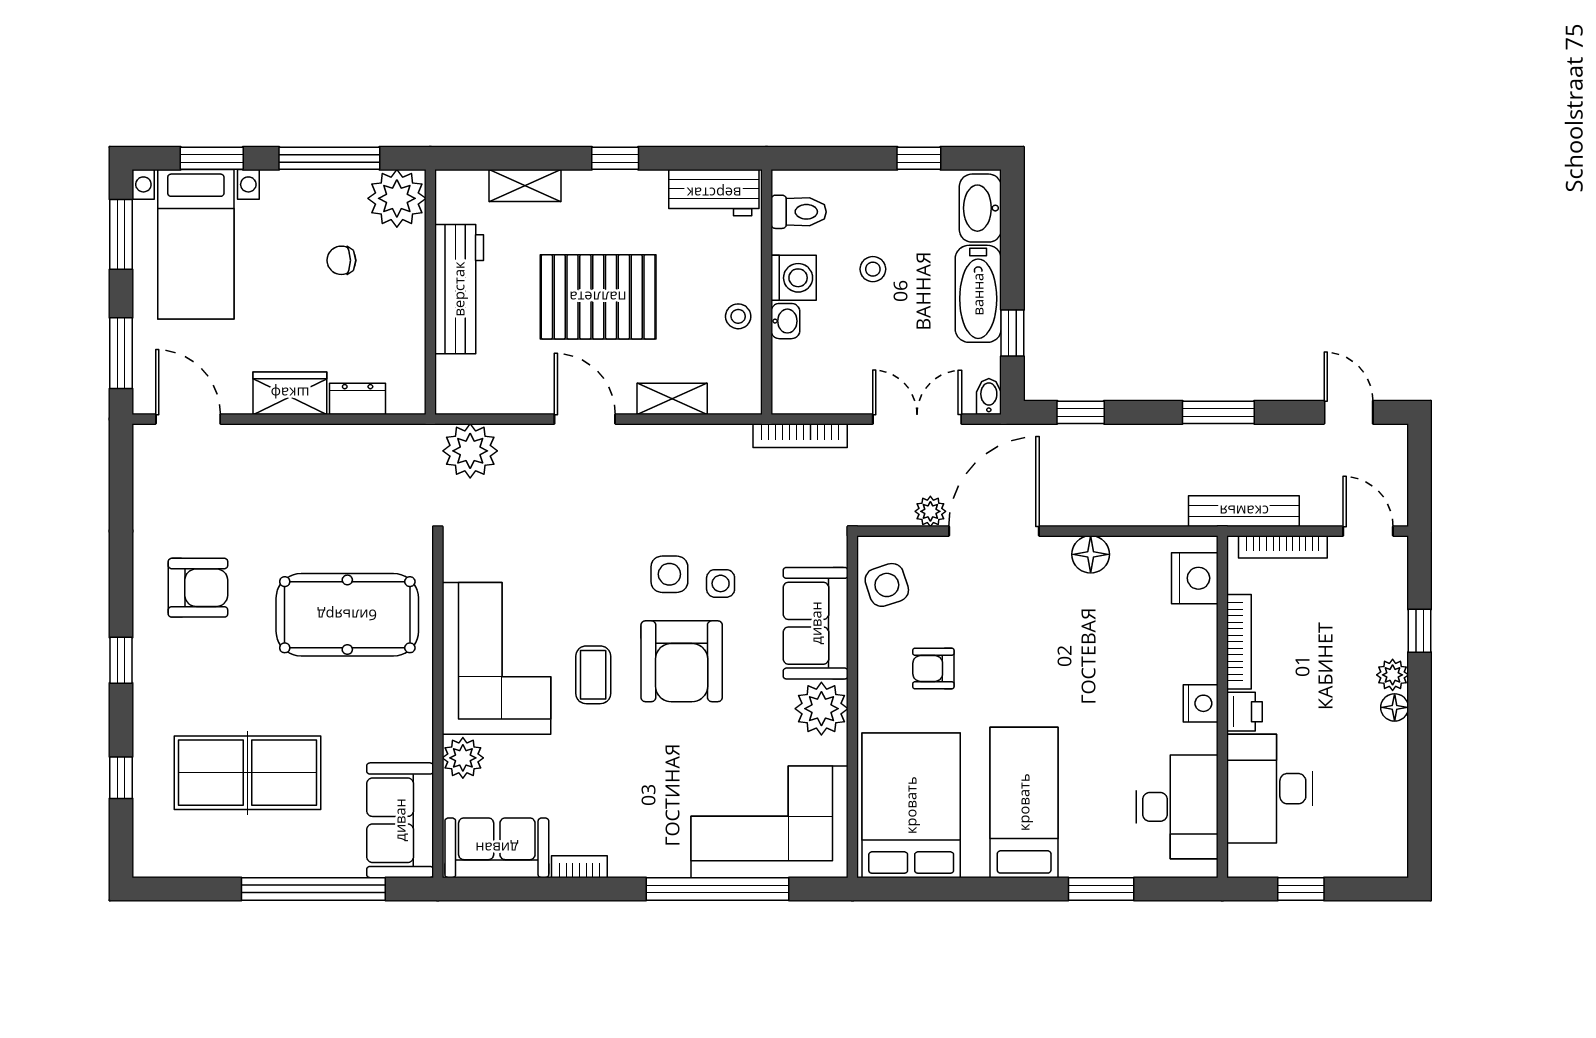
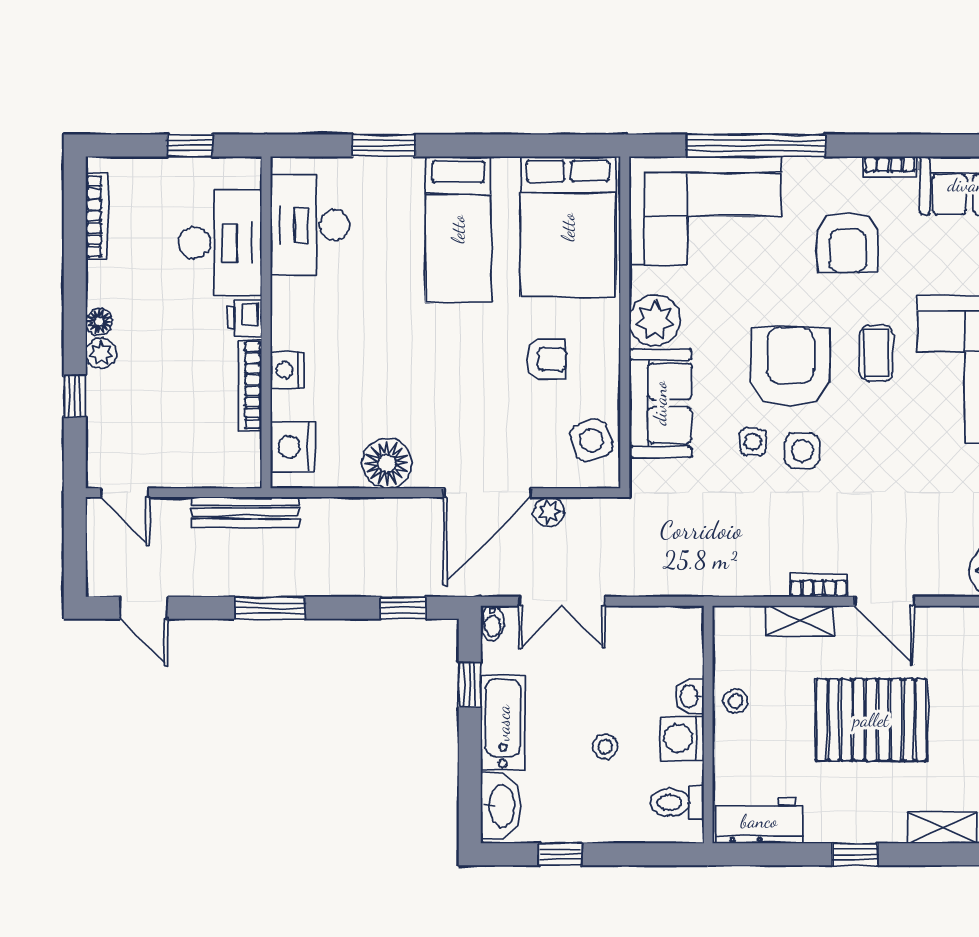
bookcase: (800, 436) -> (819, 585), moved, width x0.64
bookcase: (1283, 547) -> (97, 216), moved, turned 90
floor lamp: (1091, 554) -> (387, 463), width x1.38, depth x1.38
nightstand: (1201, 703) -> (287, 370), moved
armchair: (623, 789) -> (848, 243), added

